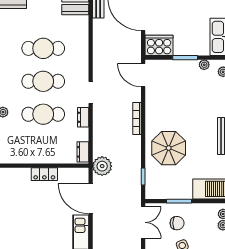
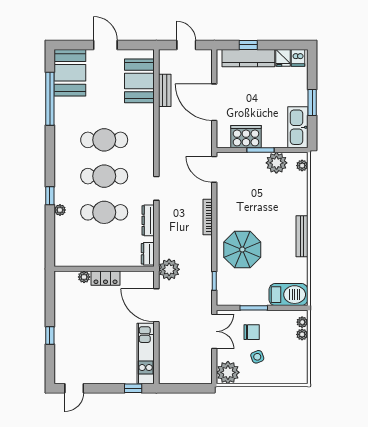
cooker: (159, 45) -> (246, 137), moved
plant: (204, 65) -> (276, 163), width x1.88, depth x1.88
dresser: (83, 117) -> (148, 220), width x1.44
plant: (25, 173) -> (84, 277), added

